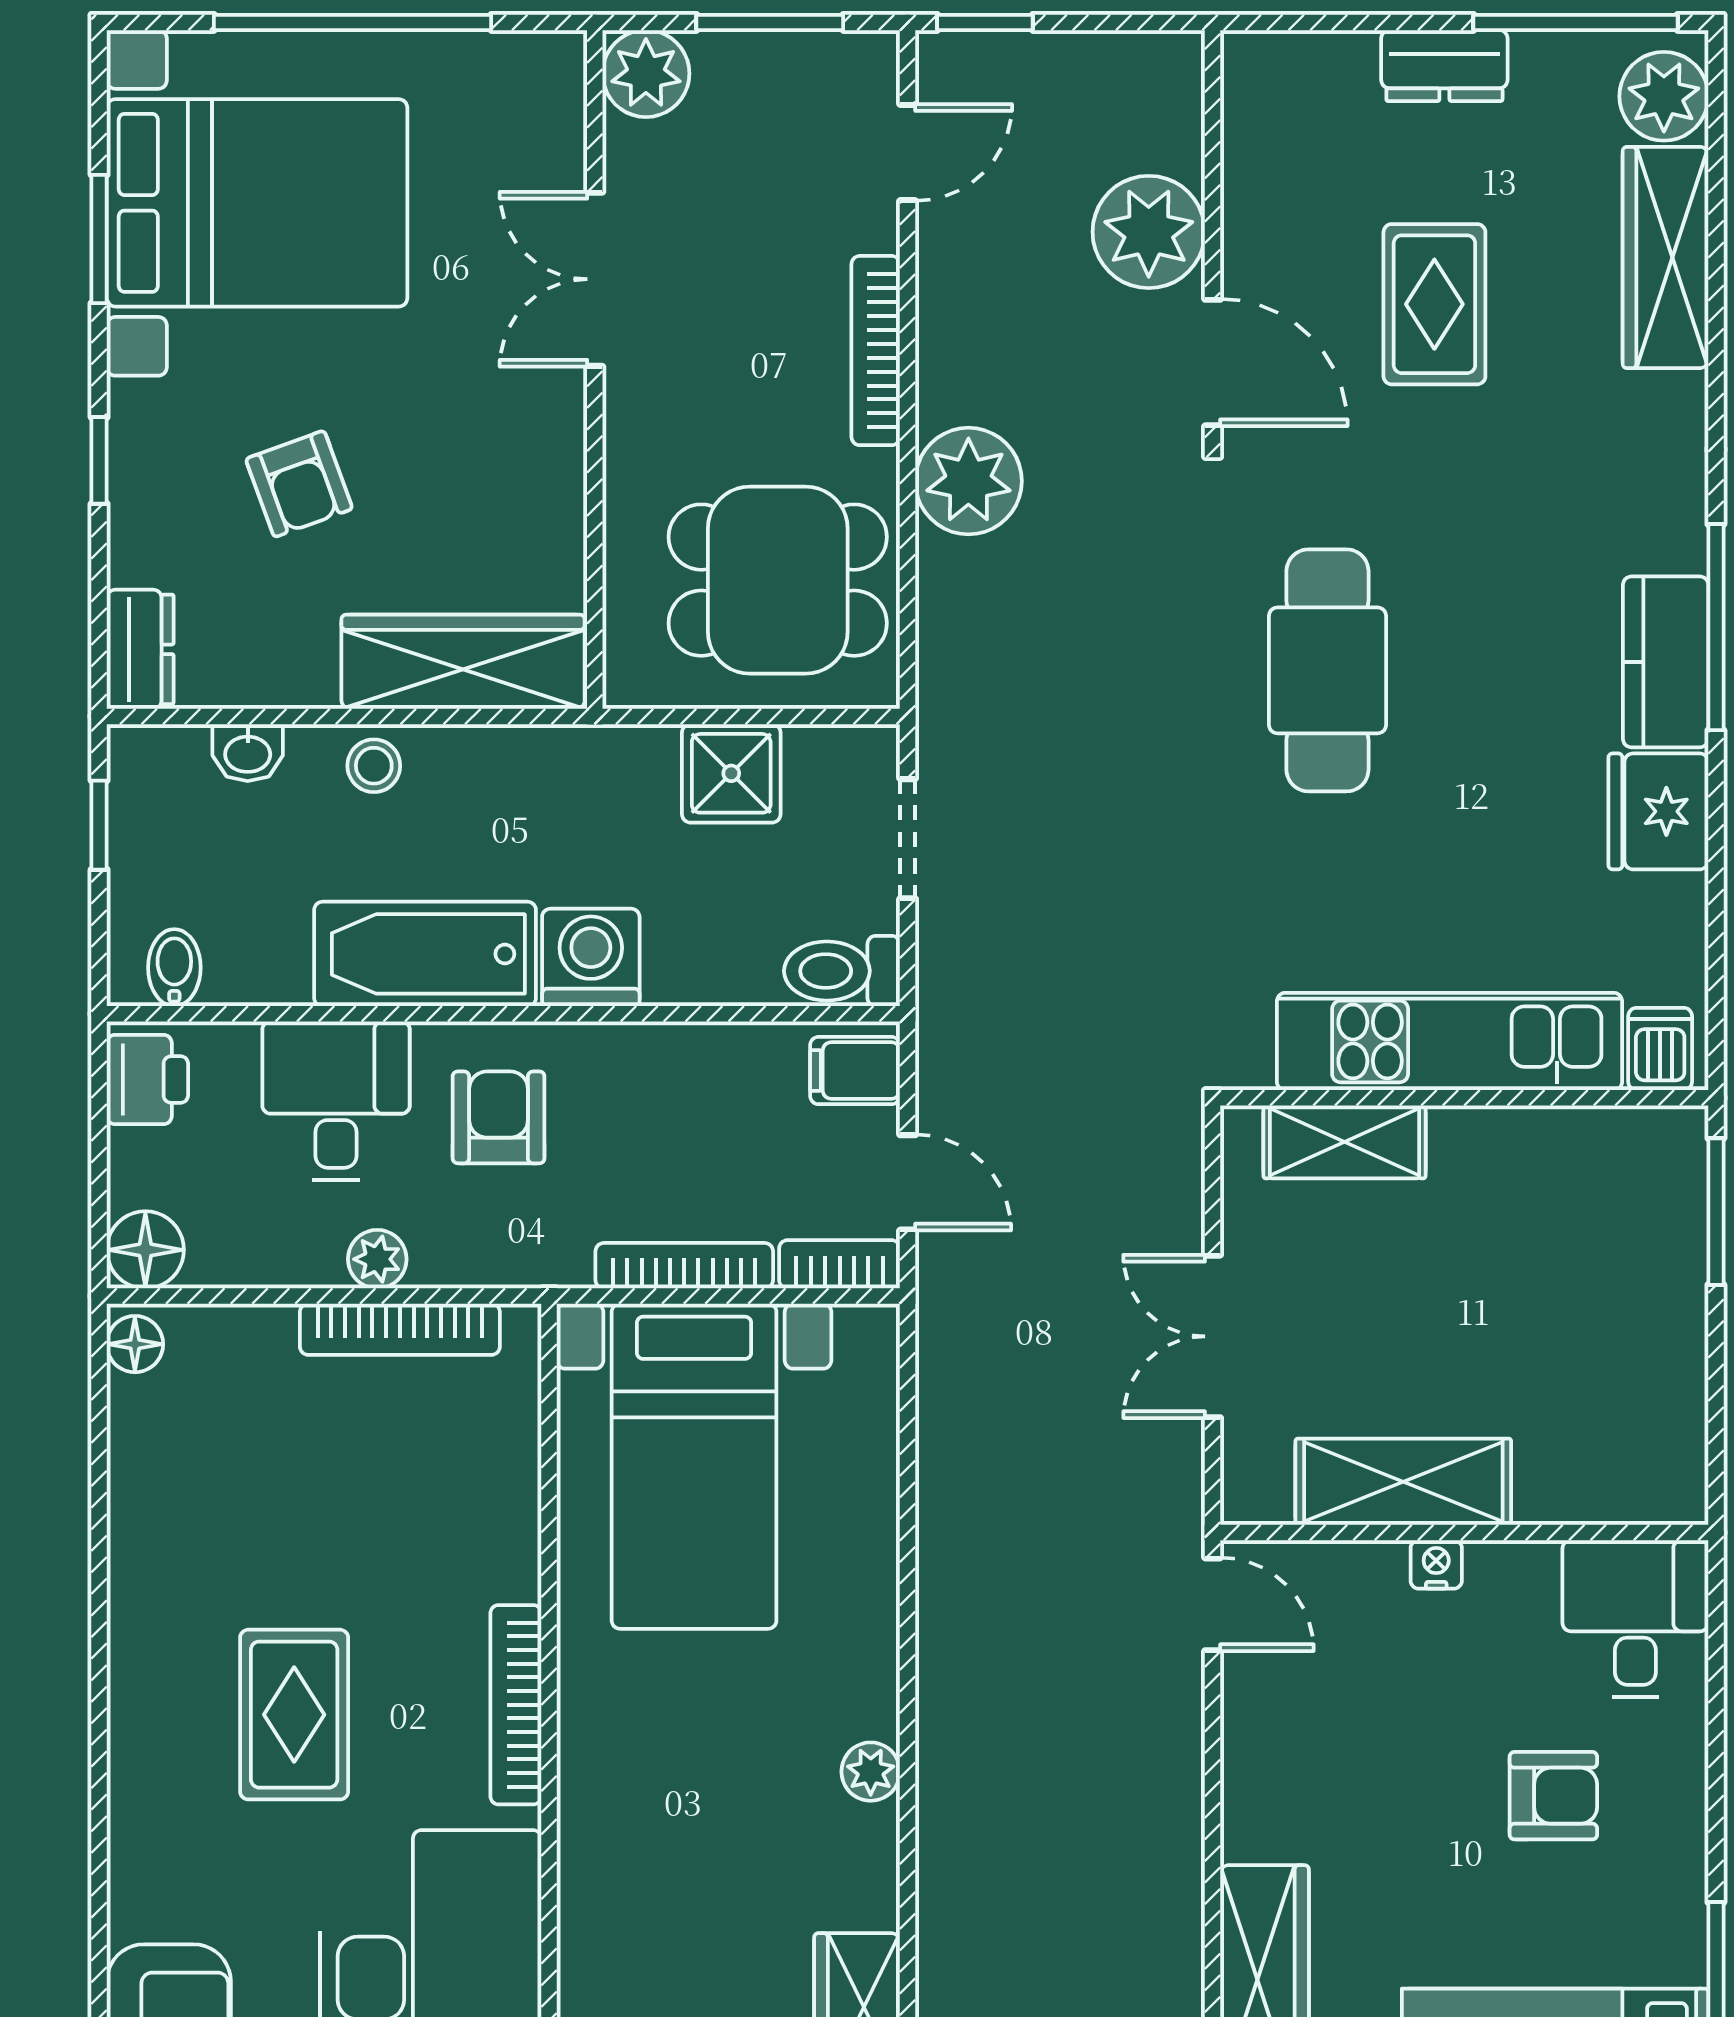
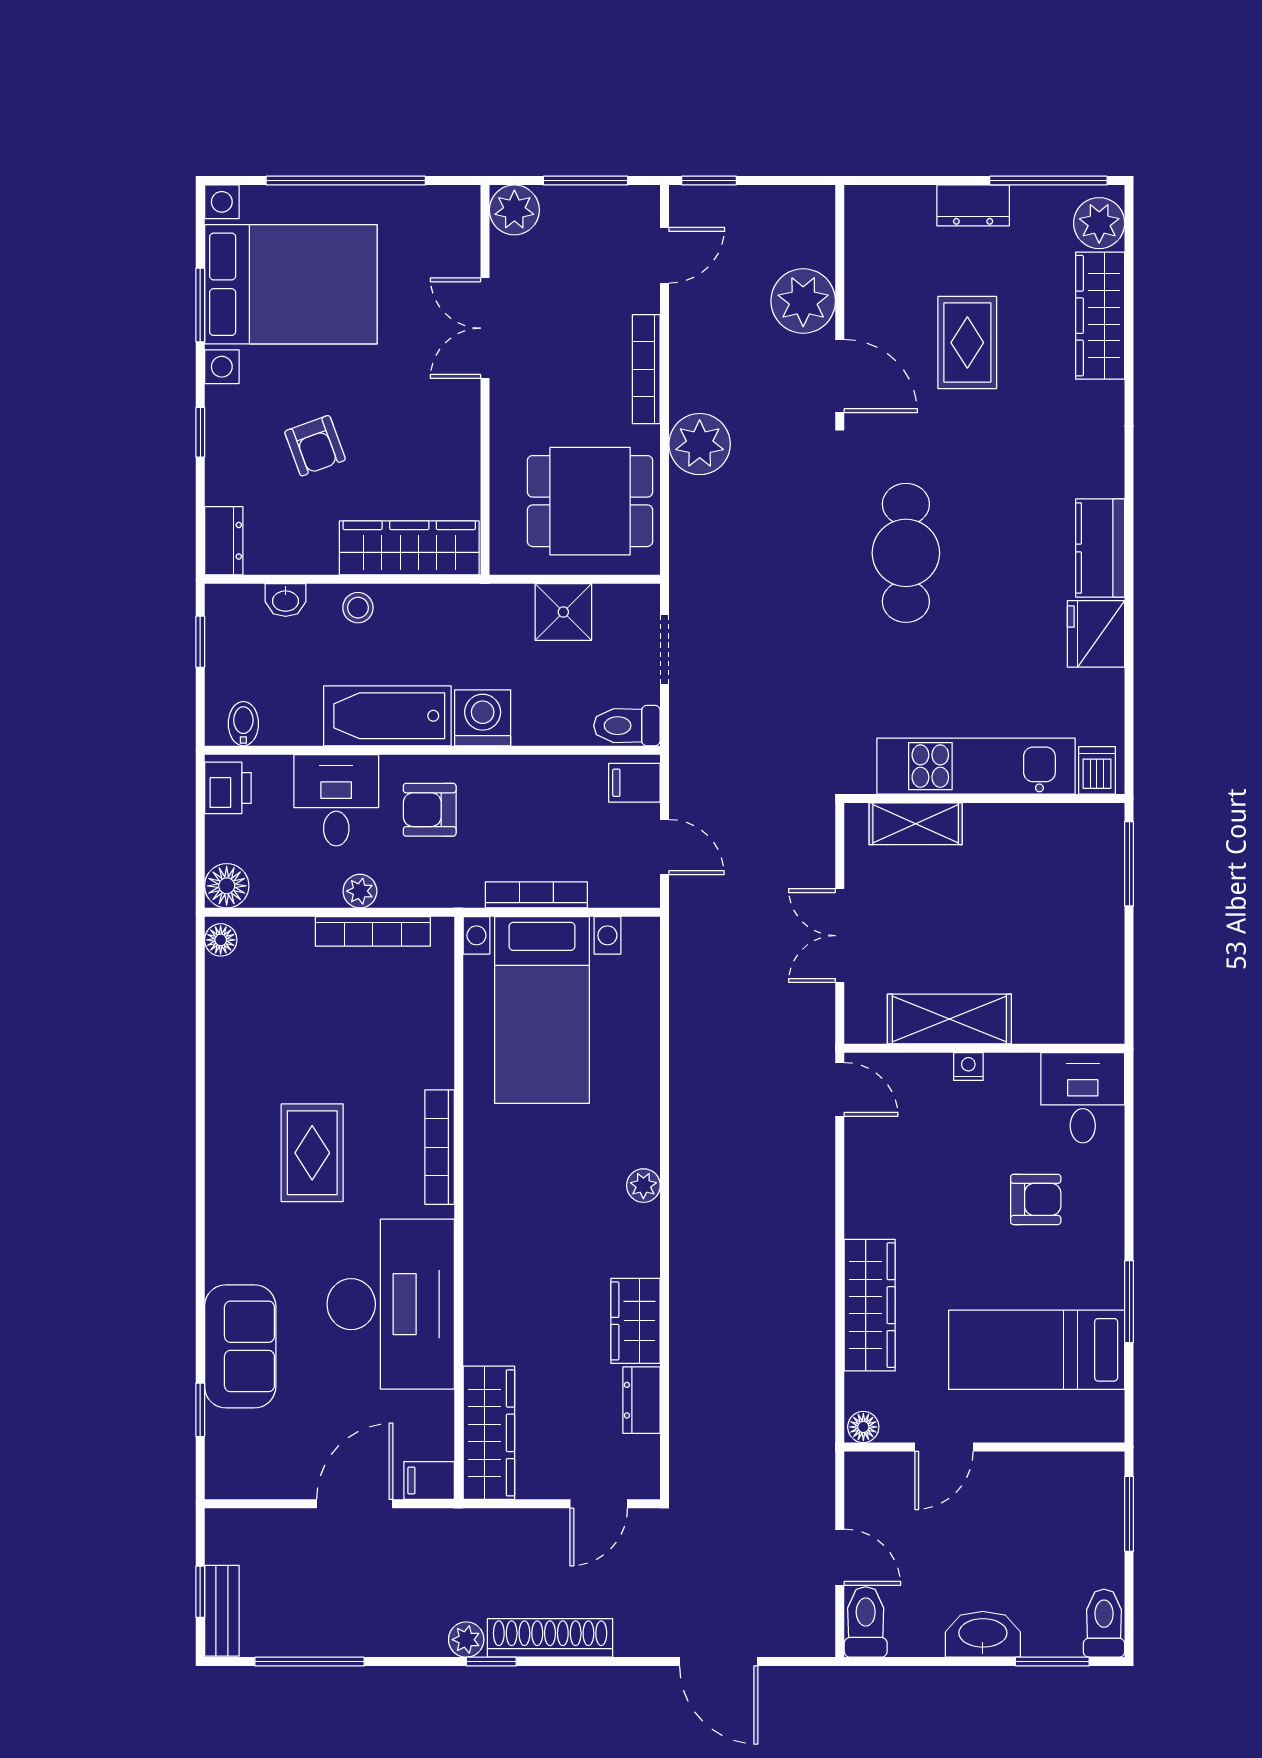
window: (1716, 627) -> (1129, 528), removed
armchair: (499, 1117) -> (430, 810), turned -90
bookcase: (840, 1264) -> (626, 894), removed

